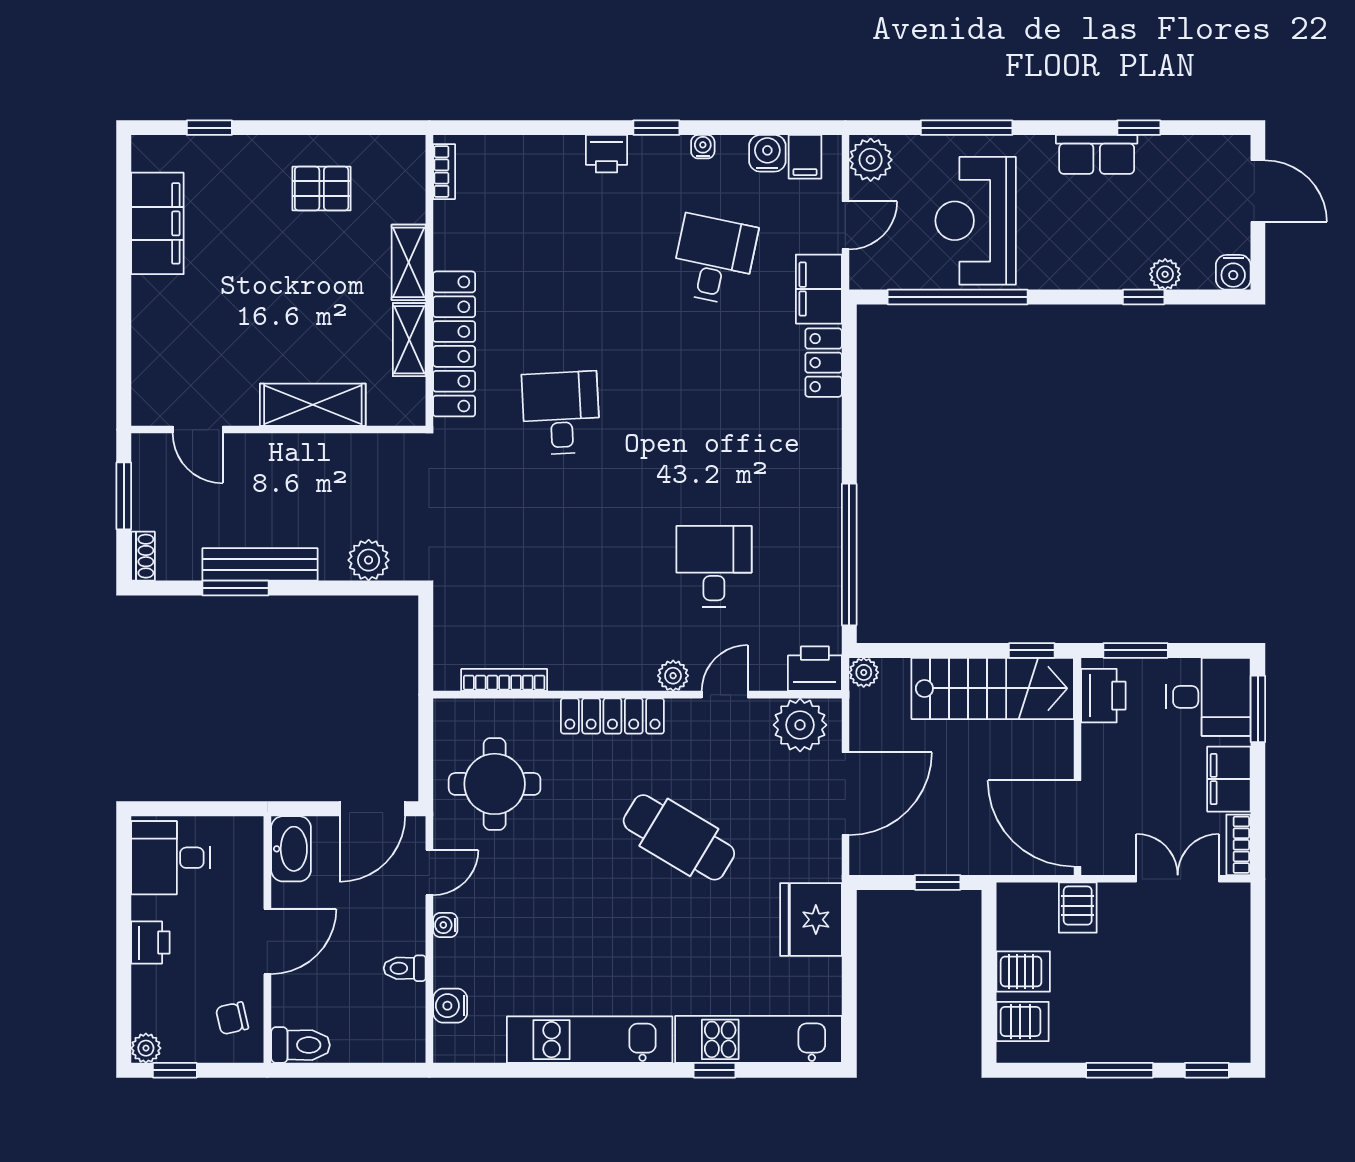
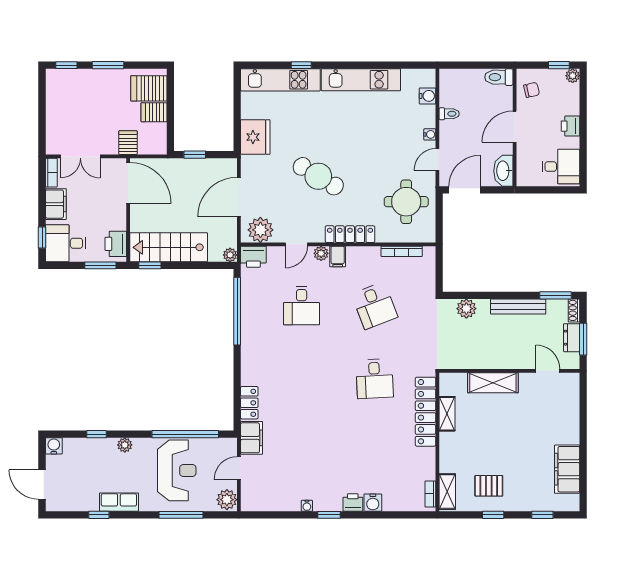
window: (313, 128) -> (493, 515), added
water cooler: (767, 153) -> (373, 503), moved
filing cabinet: (805, 157) -> (338, 256), moved, turned 180
desk: (714, 260) -> (375, 306), moved, turned -33
shelving: (409, 262) -> (447, 492), moved
plant: (1165, 274) -> (125, 445), moved
dresser: (148, 499) -> (572, 338), added
window: (235, 588) -> (555, 295), moved
window: (1258, 709) -> (42, 237), width x0.67
server rack: (1023, 1021) -> (149, 88), width x1.36, depth x1.44

